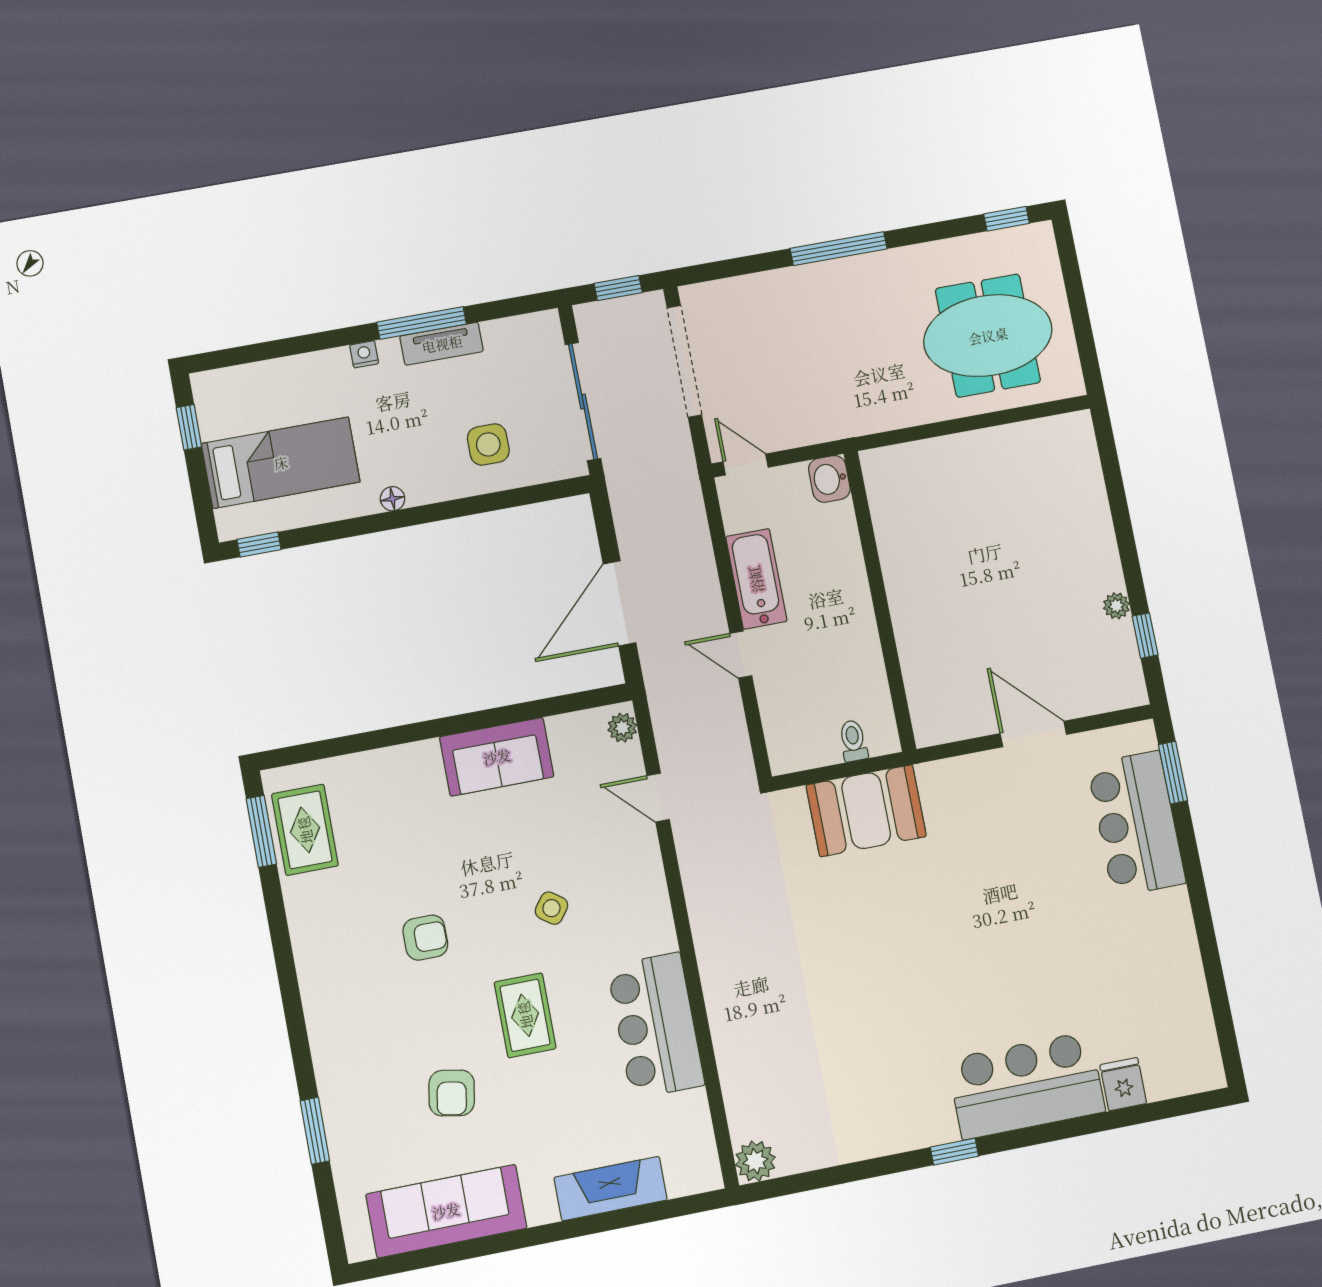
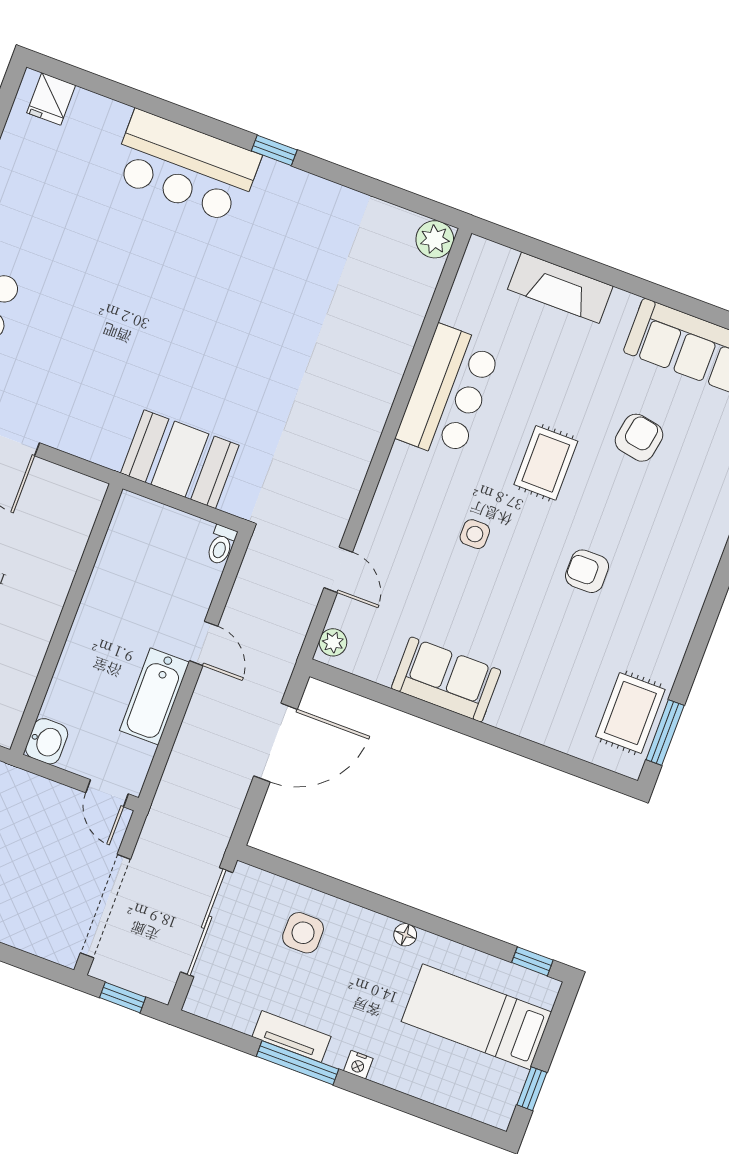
toilet: (853, 741) -> (221, 545), moved
side table: (551, 908) -> (475, 534), turned -36
fridge: (1123, 1084) -> (51, 99), moved

